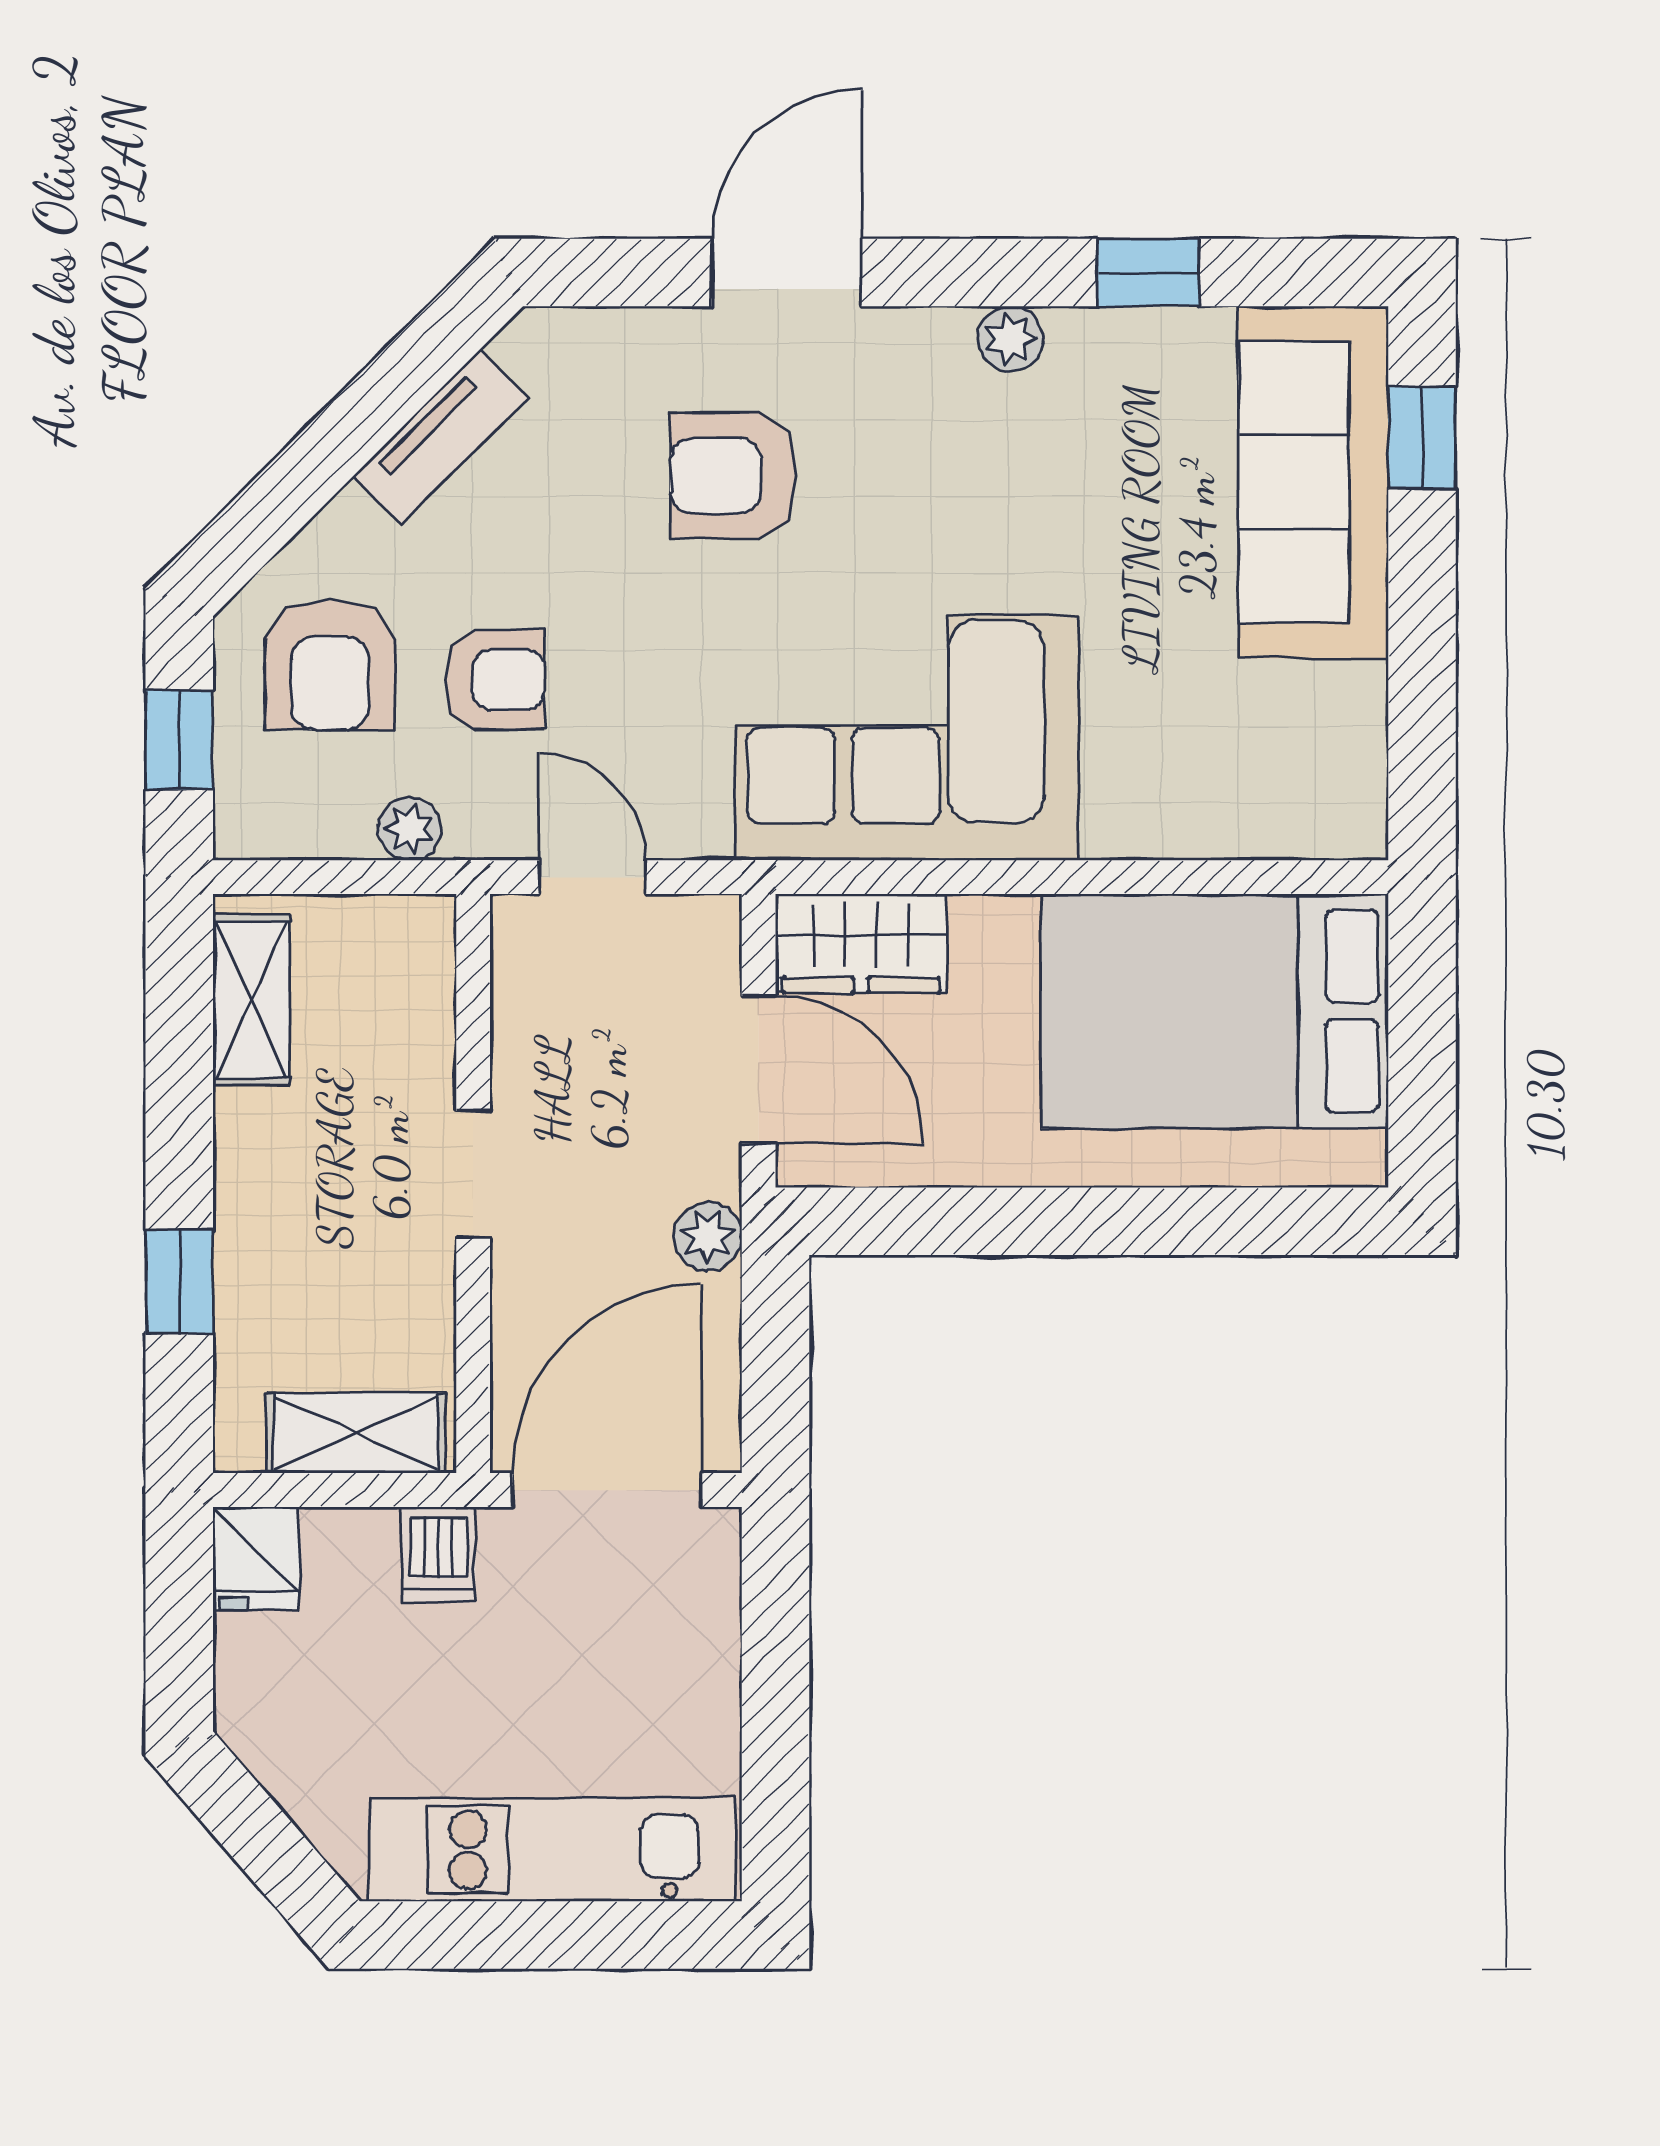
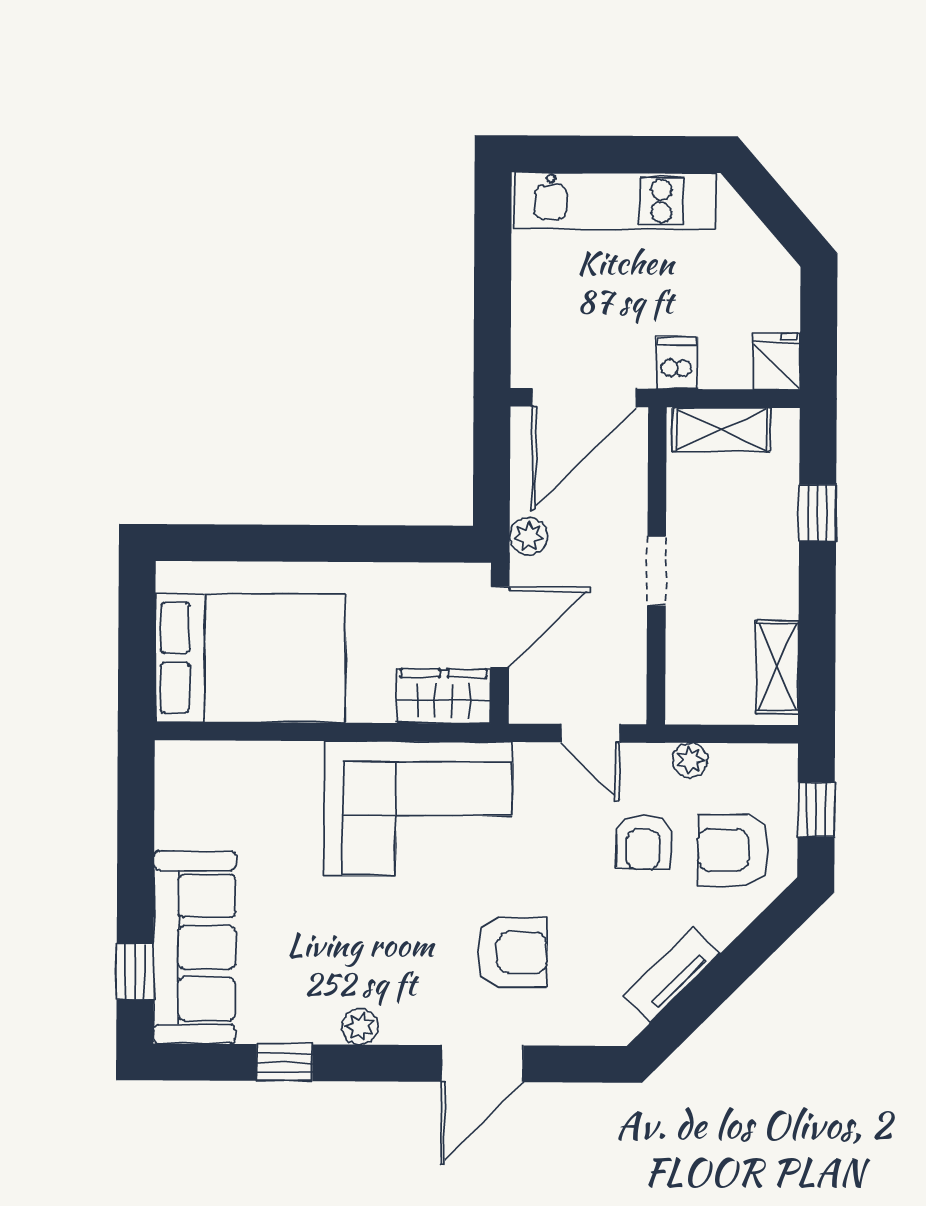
armchair: (330, 665) -> (733, 850), turned -90
armchair: (495, 679) -> (643, 842), turned -89
door: (759, 1070) -> (500, 627), swing flipped

